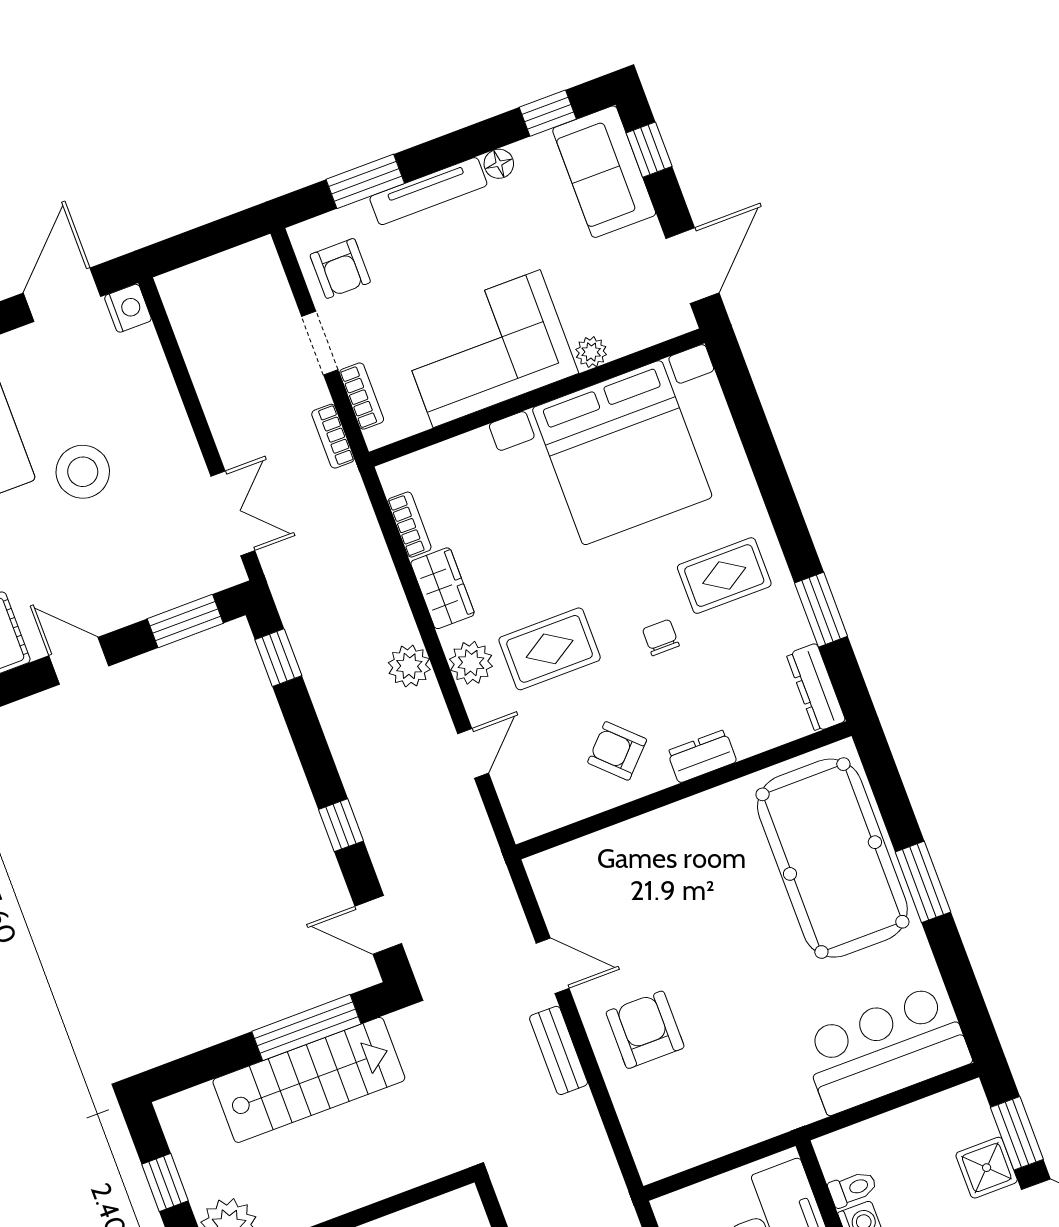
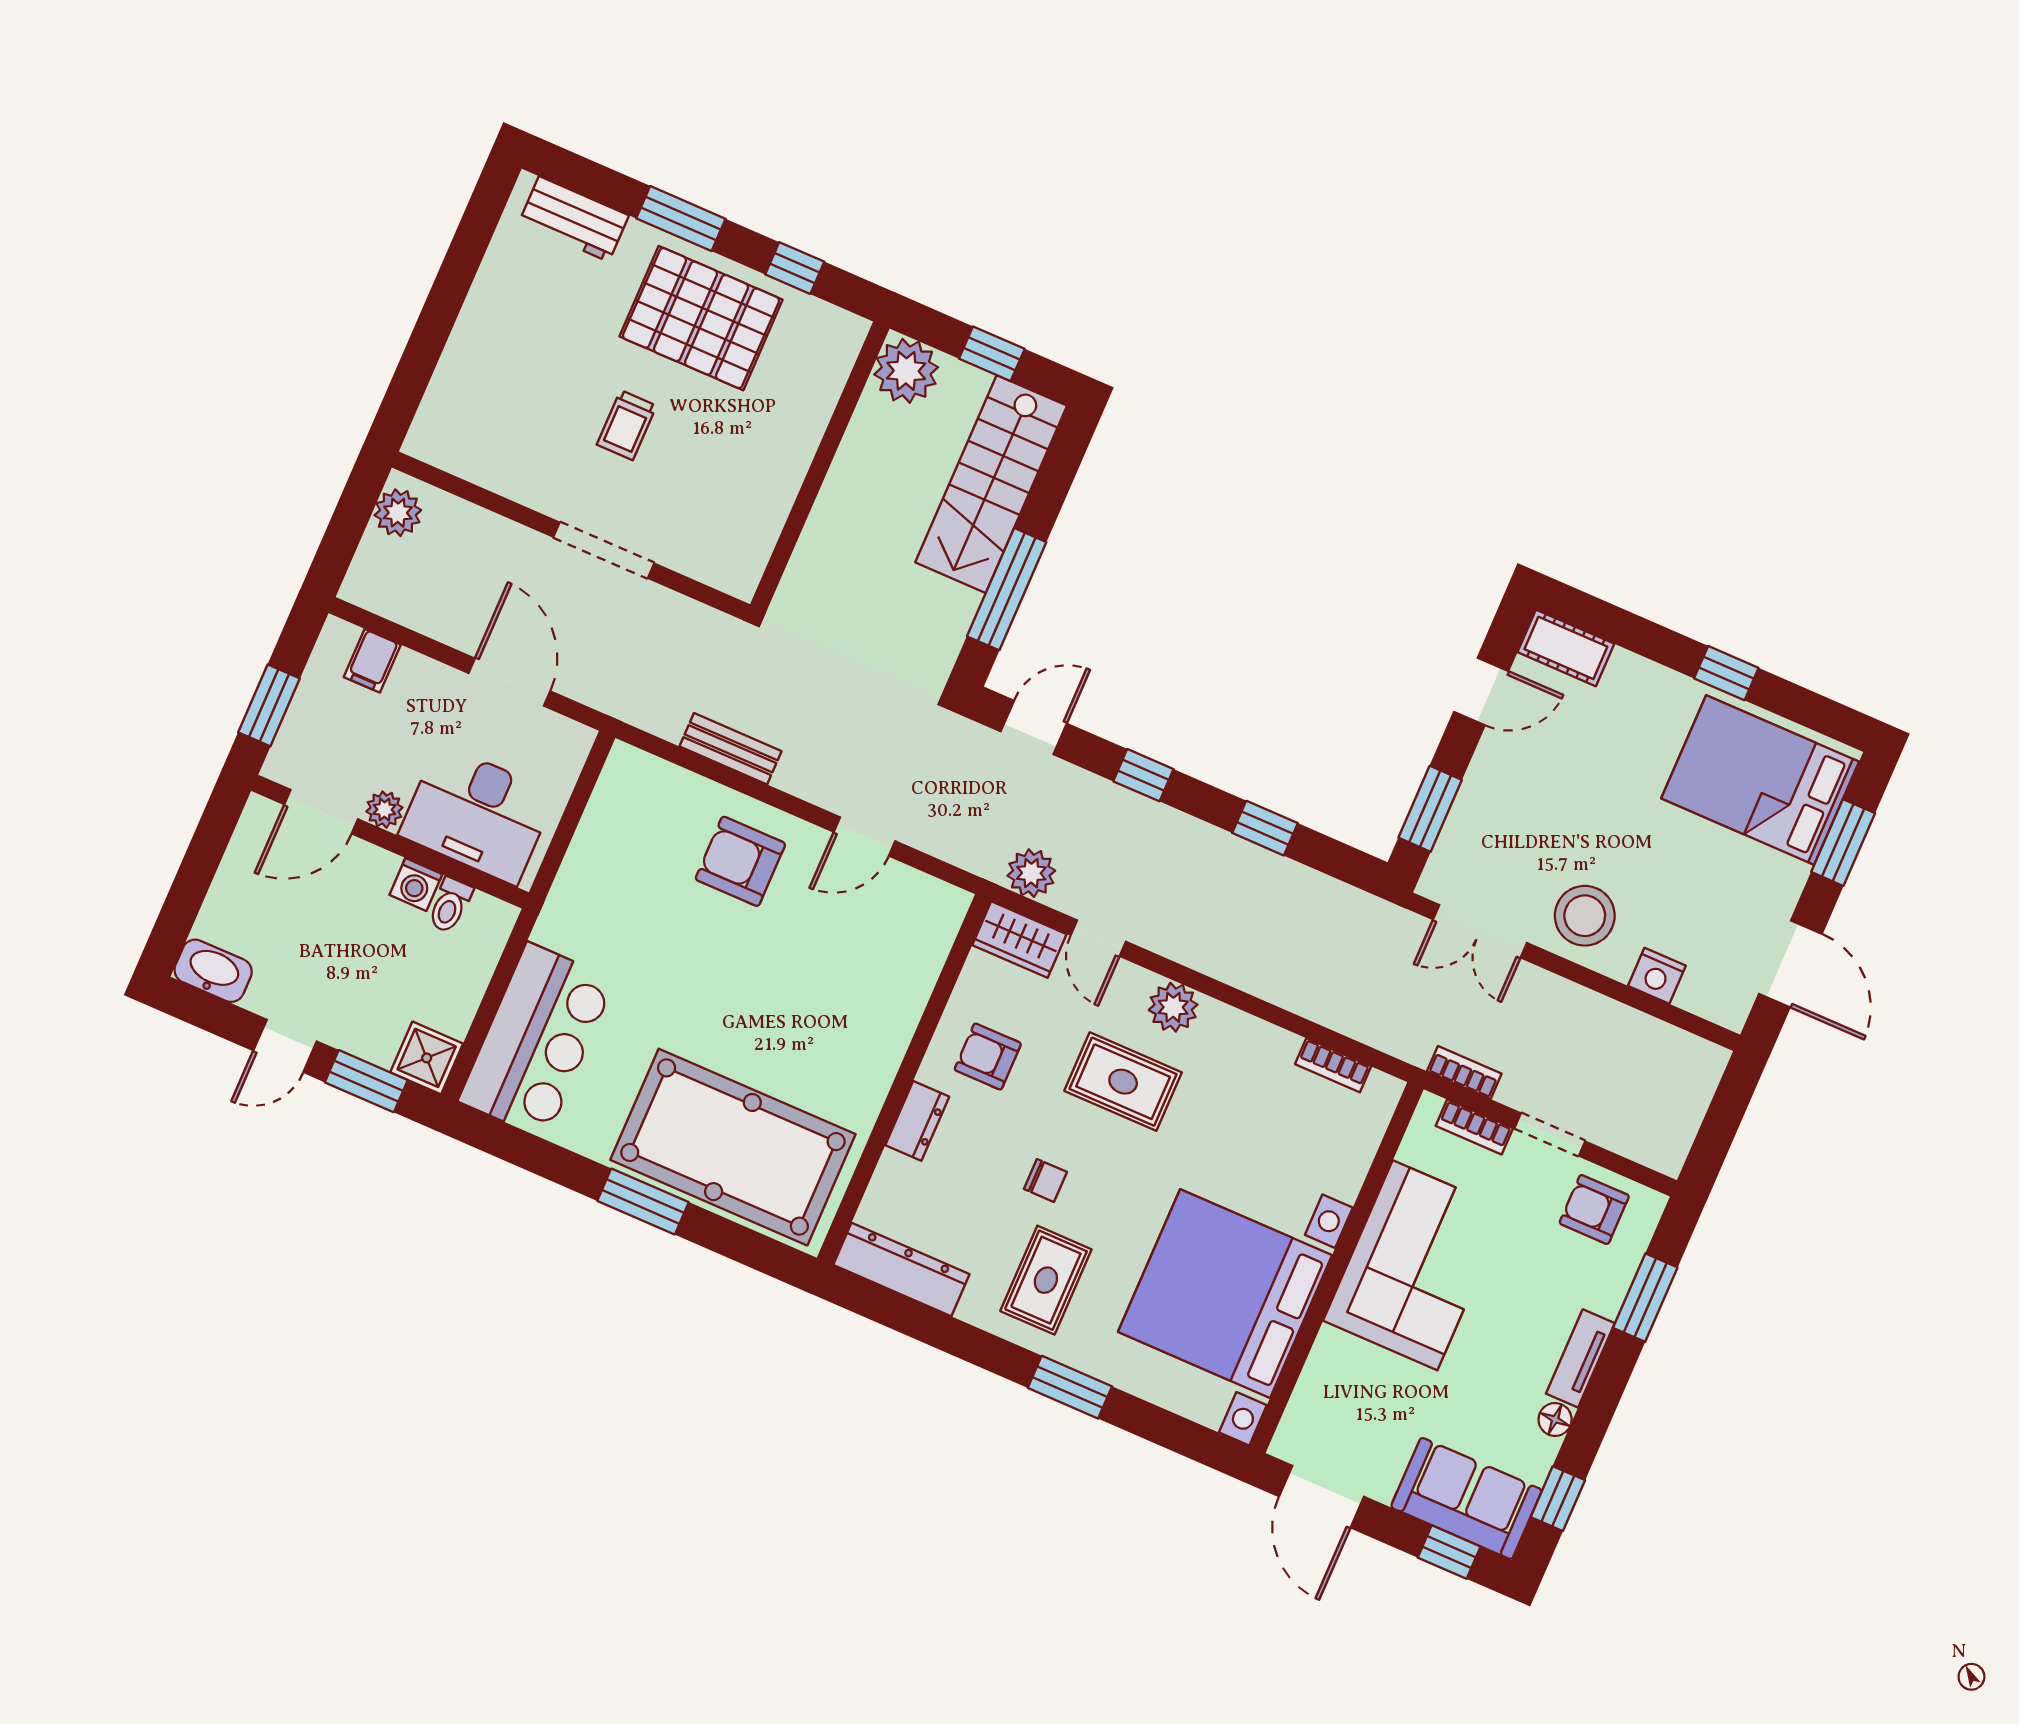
tv unit: (428, 191) -> (1580, 1358), width x0.71
nightstand: (128, 308) -> (1657, 976), moved
plant: (591, 352) -> (1331, 1347), removed
stool: (83, 472) -> (1585, 916), moved
wardrobe: (442, 588) -> (1019, 940), moved
window: (821, 610) -> (1070, 1387), moved
rug: (550, 649) -> (1123, 1082), turned 90
window: (278, 658) -> (1265, 828), moved
plant: (409, 666) -> (1031, 873), moved
dresser: (816, 688) -> (901, 1270), width x1.37, depth x1.24
armchair: (617, 751) -> (988, 1057), turned -134
armchair: (645, 1030) -> (740, 861), turned 180
bench: (559, 1050) -> (730, 749), moved
stairs: (309, 1080) -> (991, 484), moved
shower: (987, 1168) -> (427, 1058), moved

